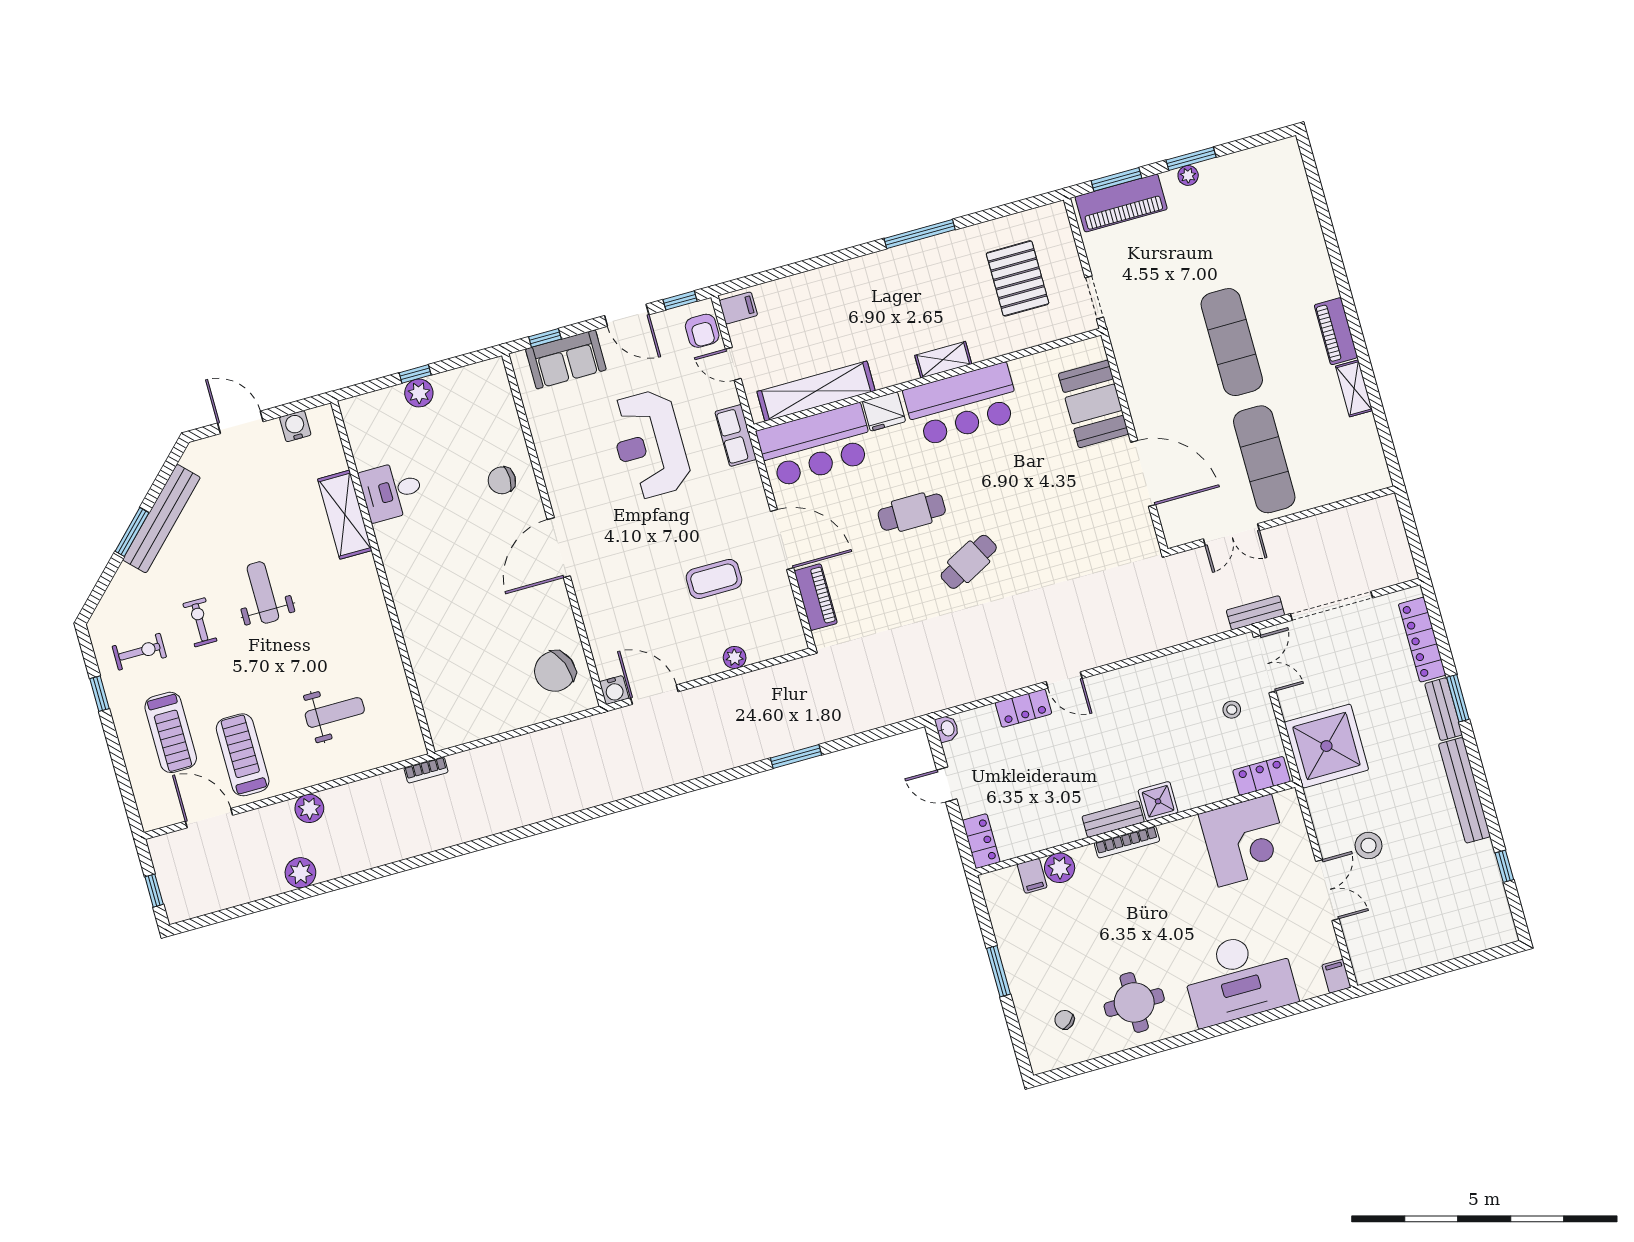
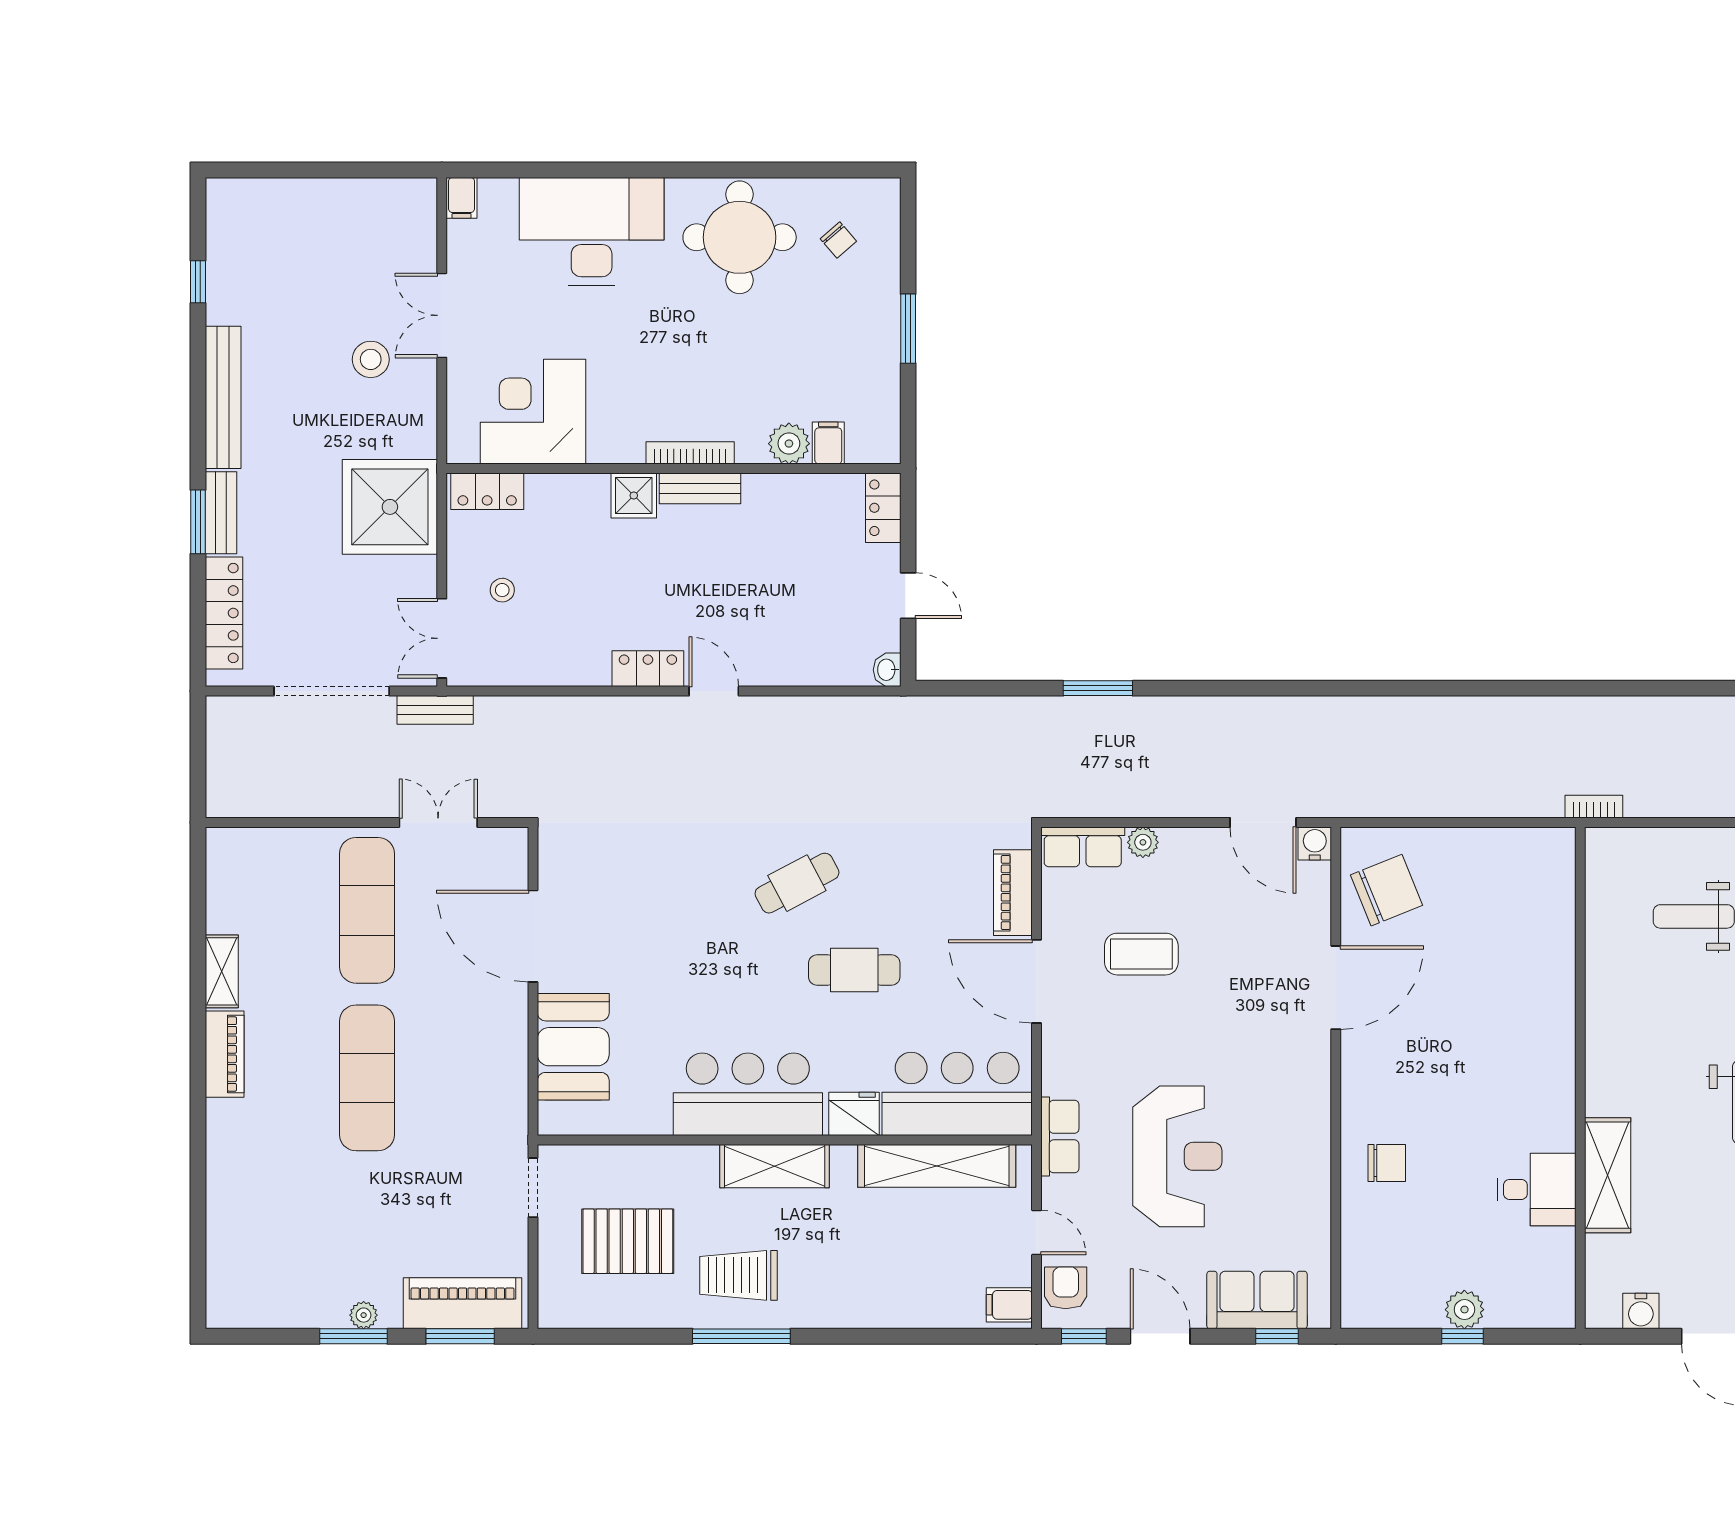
trolley: (933, 276) -> (739, 1275), added
pallet: (1018, 278) -> (628, 1241), turned 90
shelving: (943, 360) -> (775, 1166), width x1.50, depth x1.33
door: (559, 548) -> (1336, 988), moved
row of seats: (776, 643) -> (1083, 847), added
locker: (1023, 708) -> (648, 669), moved
round table: (1134, 1002) -> (740, 237), width x1.36, depth x1.36

